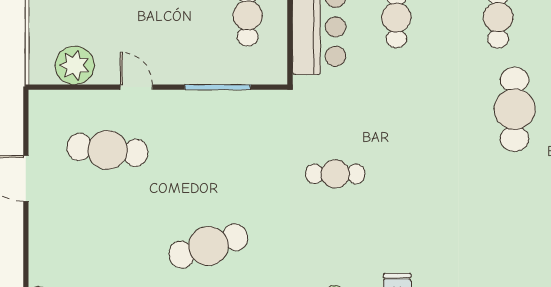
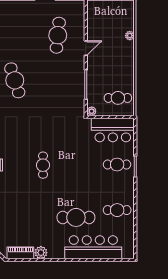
plant: (75, 65) -> (92, 111), moved, width x0.53, depth x0.53
cafe table: (335, 174) -> (43, 165), moved

